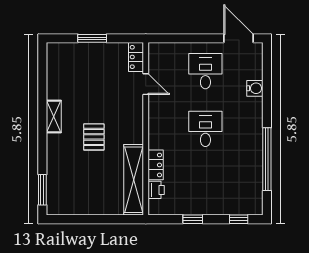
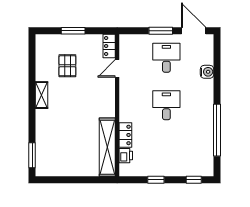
window: (199, 38) -> (161, 31), added
door: (146, 84) -> (117, 68), swing flipped
pallet: (94, 137) -> (67, 66), moved

